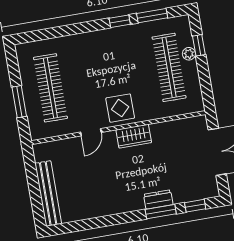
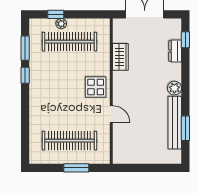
wardrobe: (134, 136) -> (120, 57), moved
bench: (48, 194) -> (175, 123), moved, turned 90
dresser: (158, 199) -> (175, 51), moved
plant: (135, 203) -> (174, 88), added
window: (161, 212) -> (185, 128), moved

